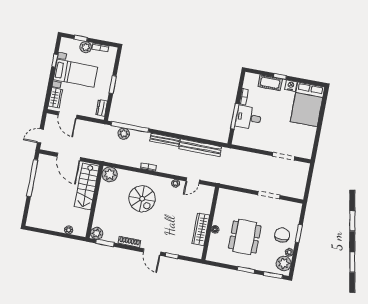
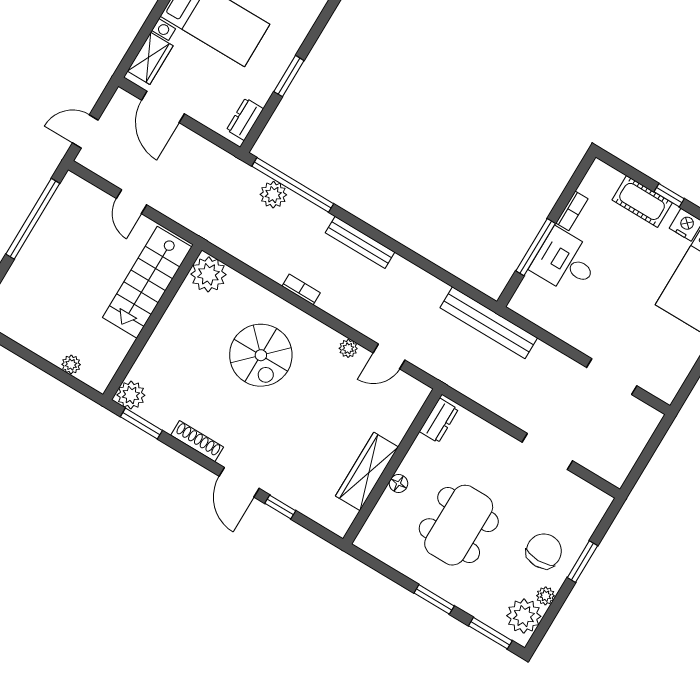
bench: (200, 148) -> (489, 323), moved
door: (69, 157) -> (131, 202), width x0.53
dresser: (222, 199) -> (439, 420), added

